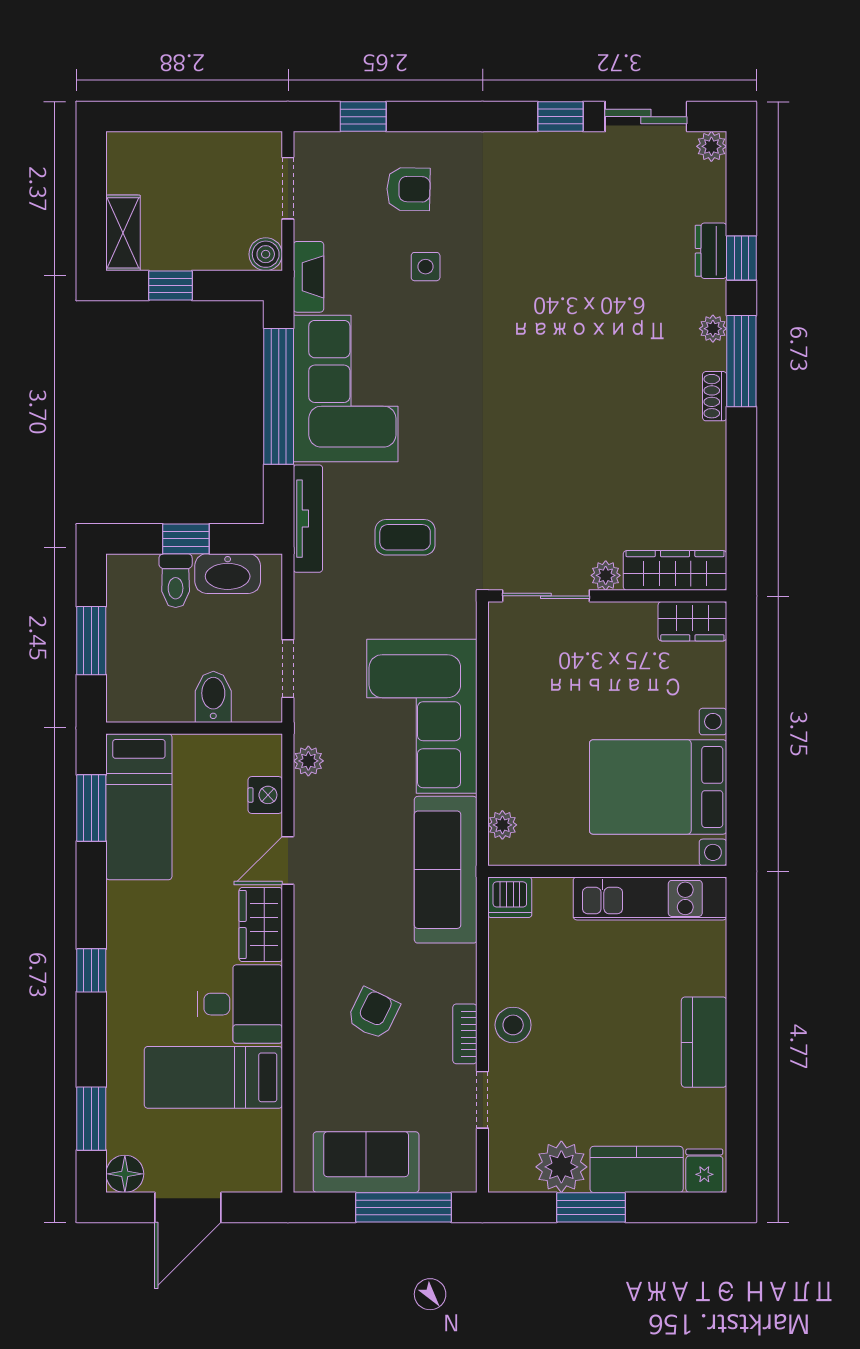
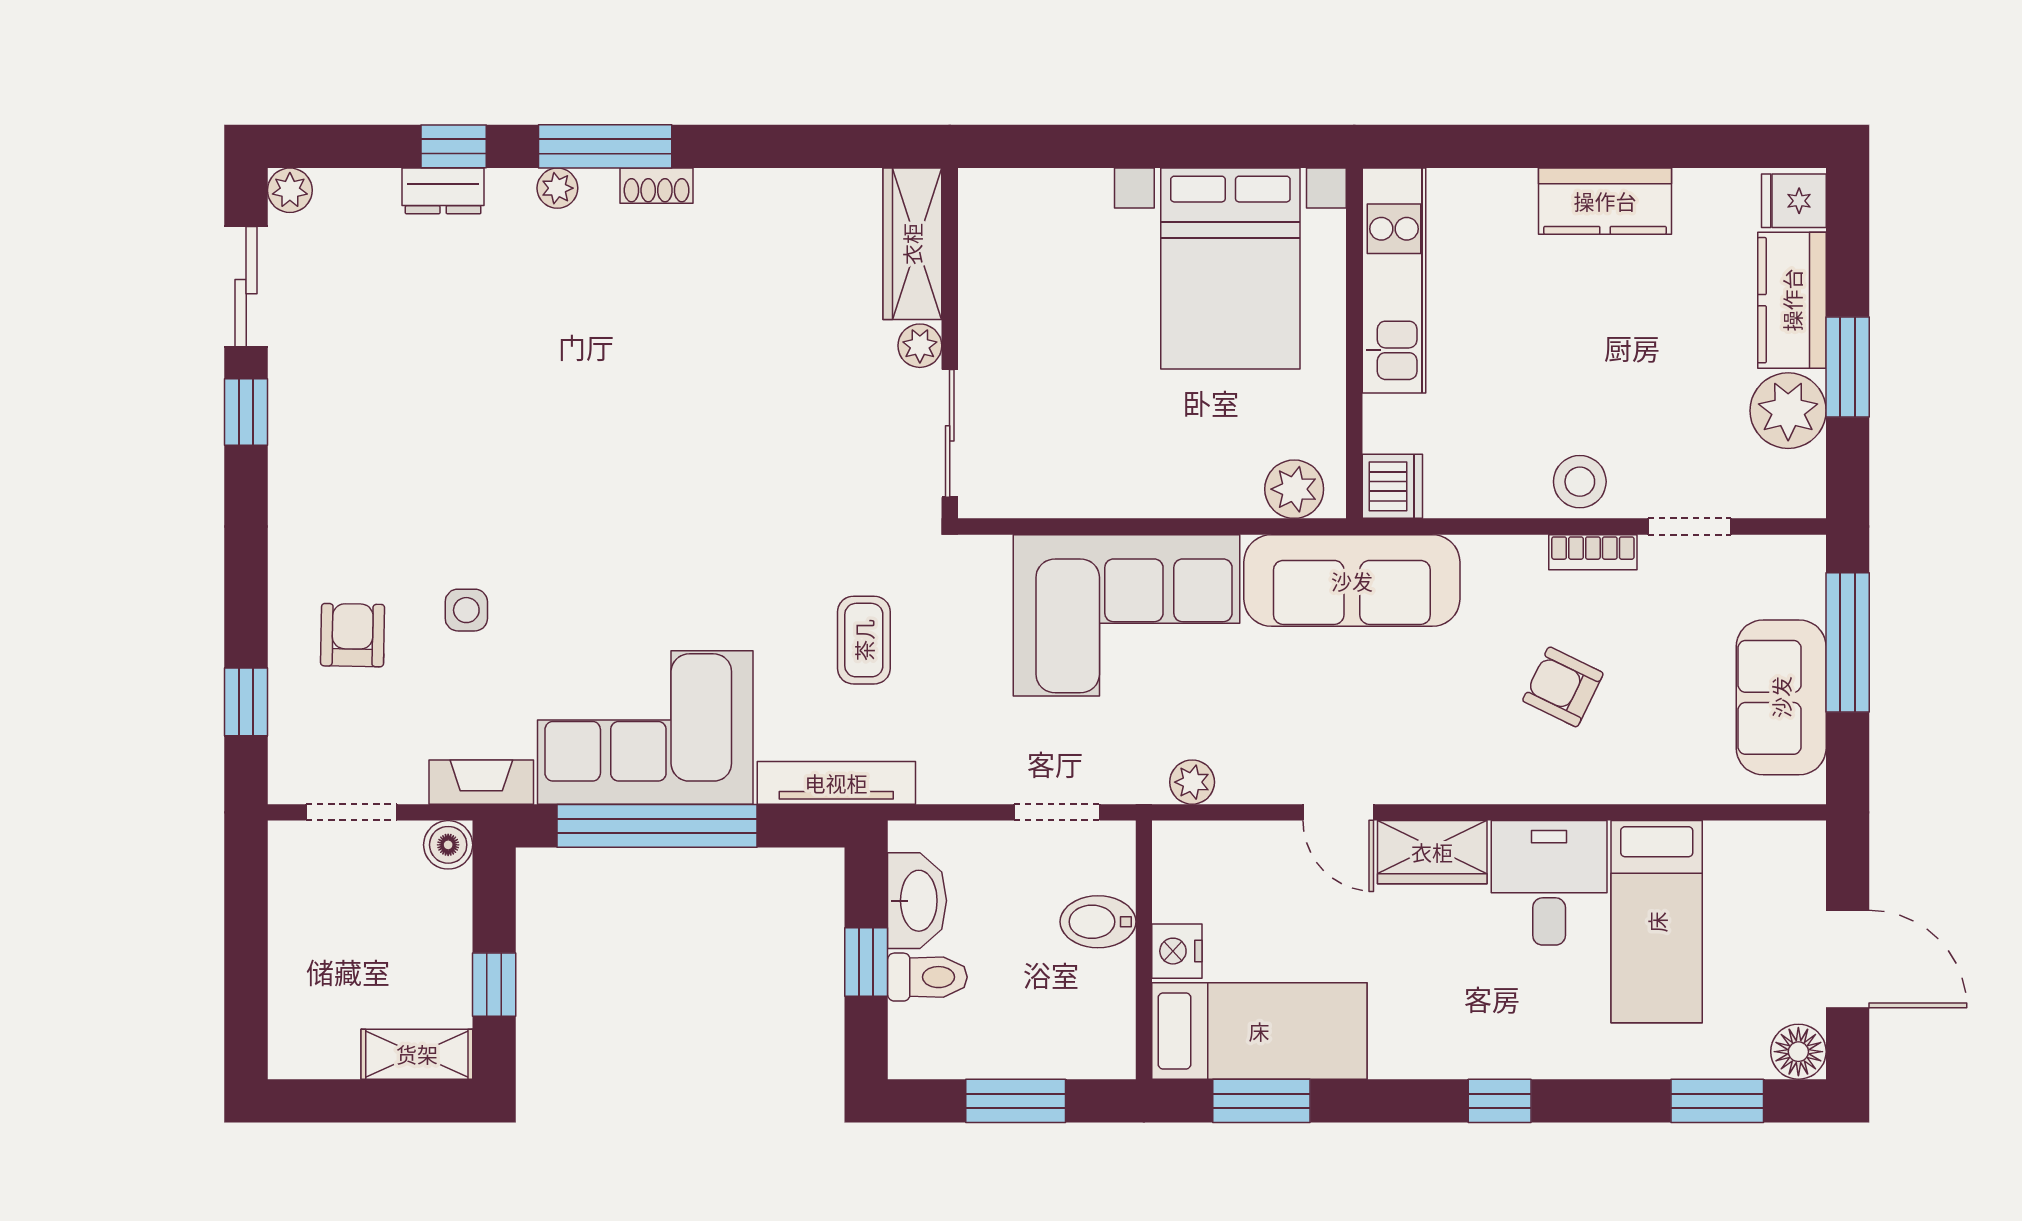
wardrobe: (692, 621) -> (987, 218), removed
nightstand: (265, 795) -> (1177, 951), moved, turned -90
plant: (502, 825) -> (1294, 489), width x1.38, depth x1.38

